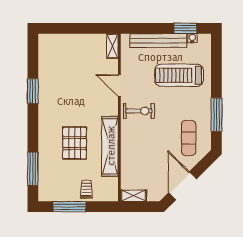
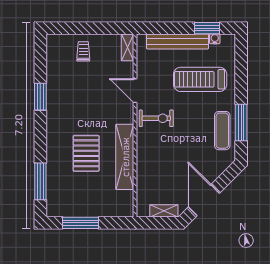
exercise mat: (189, 138) -> (222, 131), moved
trolley: (87, 189) -> (83, 51), moved
shelving: (134, 196) -> (164, 211), moved

